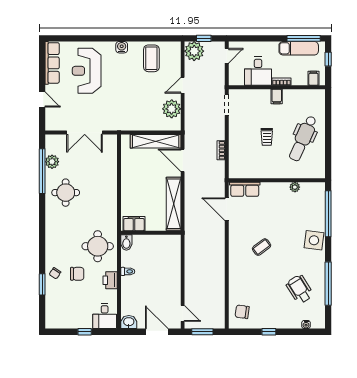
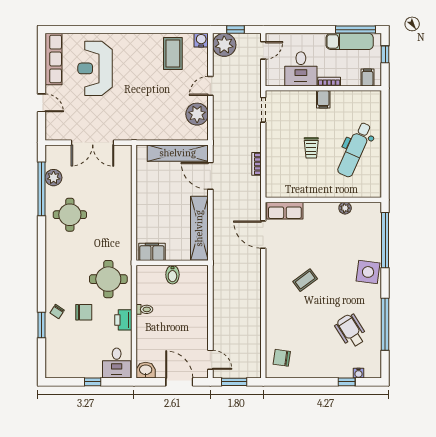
water cooler: (122, 47) -> (201, 40), moved
bidet: (126, 242) -> (172, 275), moved
window: (269, 332) -> (347, 382), moved

